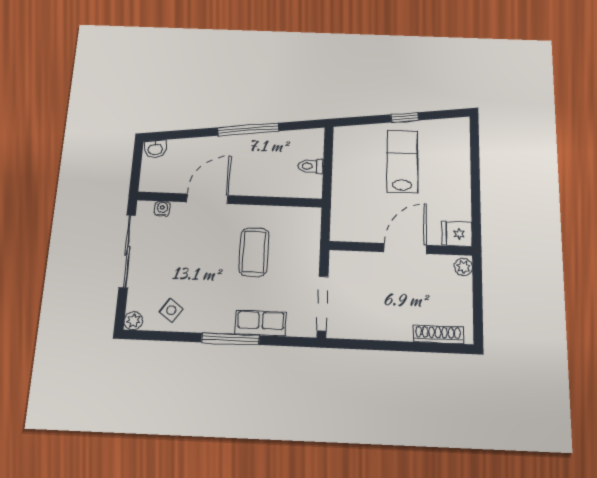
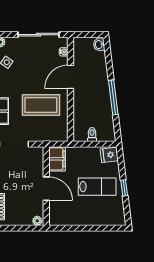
door: (207, 199) -> (70, 77), swing flipped
filing cabinet: (352, 228) -> (57, 159), added
fridge: (457, 234) -> (109, 155), moved, turned -97
coffee table: (254, 252) -> (41, 105), width x1.36, depth x1.32

